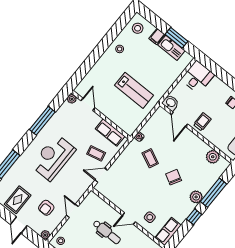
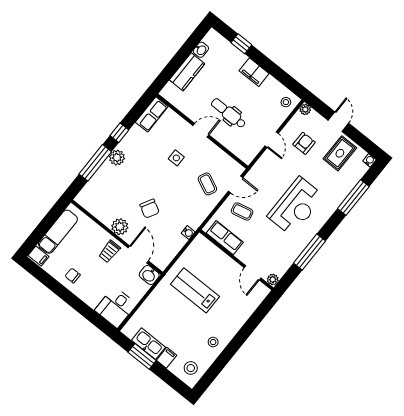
plant: (213, 157) -> (120, 227), moved
coffee table: (150, 158) -> (207, 184), moved
chair: (174, 177) -> (150, 209), moved
side table: (150, 217) -> (176, 158), moved

